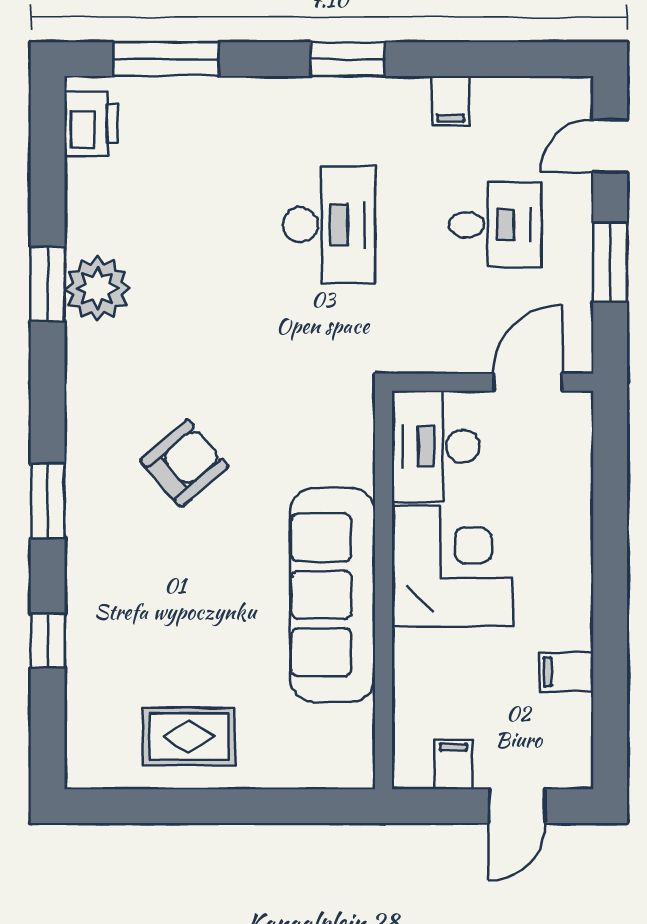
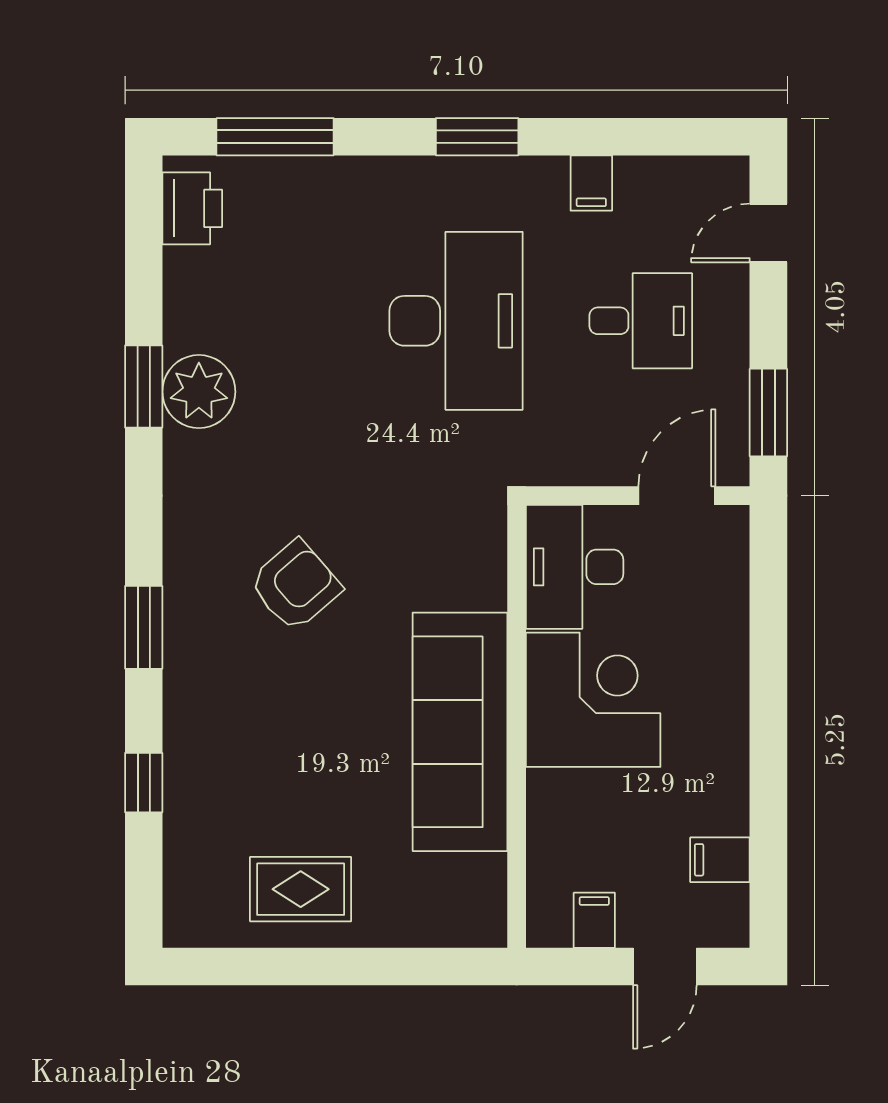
desk: (329, 225) -> (456, 321), width x1.36, depth x1.30
window: (610, 262) -> (768, 413), moved
filing cabinet: (567, 672) -> (720, 860), moved

